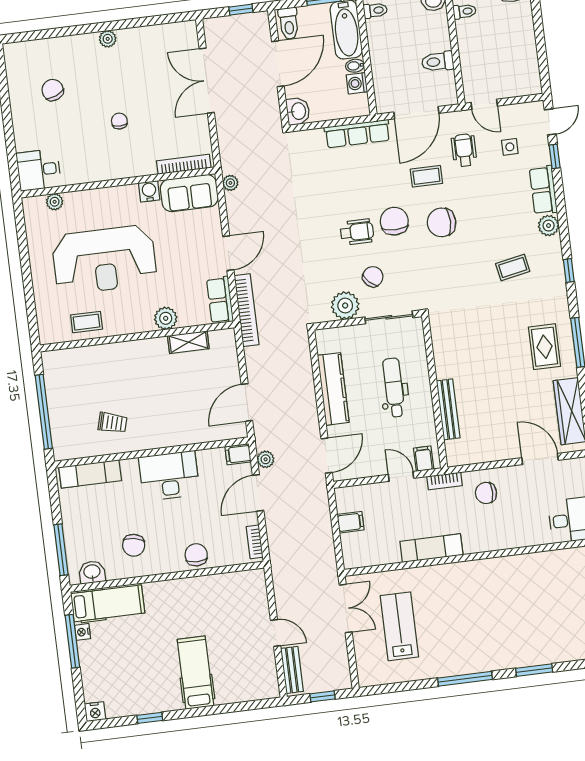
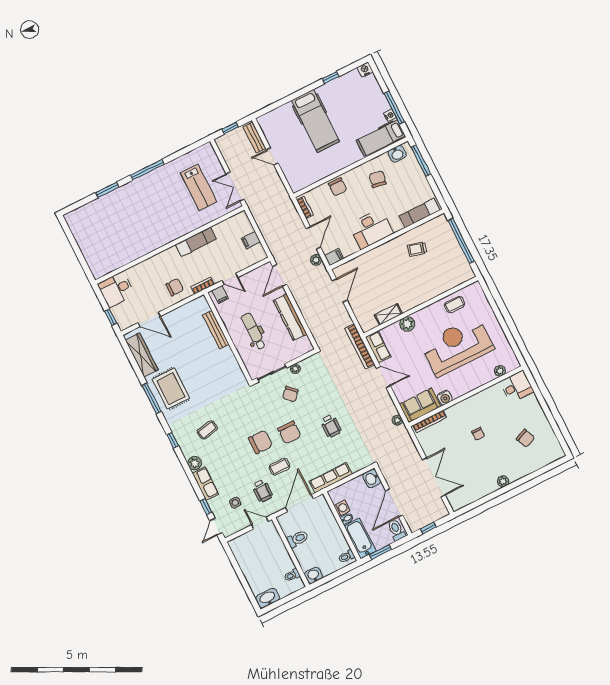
wheelchair: (357, 232) -> (331, 426), moved, turned -90
door: (228, 253) -> (383, 377), swing flipped
plant: (345, 306) -> (295, 369), width x0.53, depth x0.53
rug: (545, 347) -> (171, 389), width x1.36, depth x1.43
dental chair: (394, 388) -> (254, 331), turned 180
hospital bed: (196, 673) -> (315, 121), width x1.37, depth x1.29

